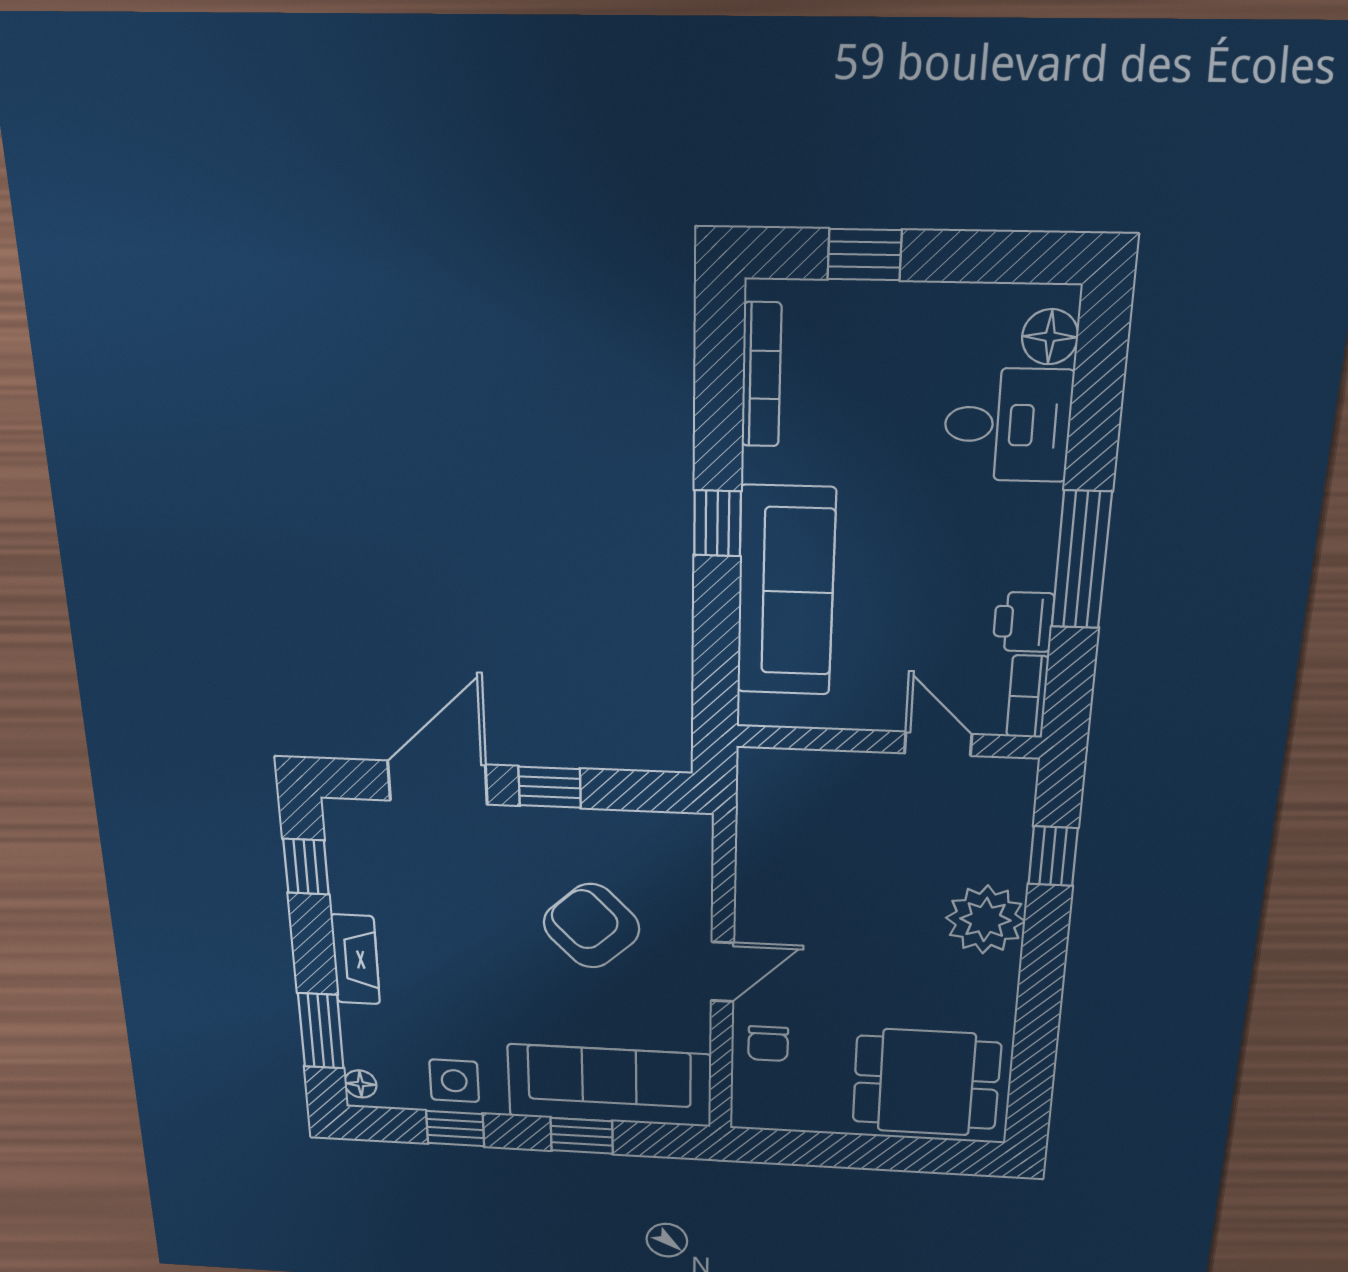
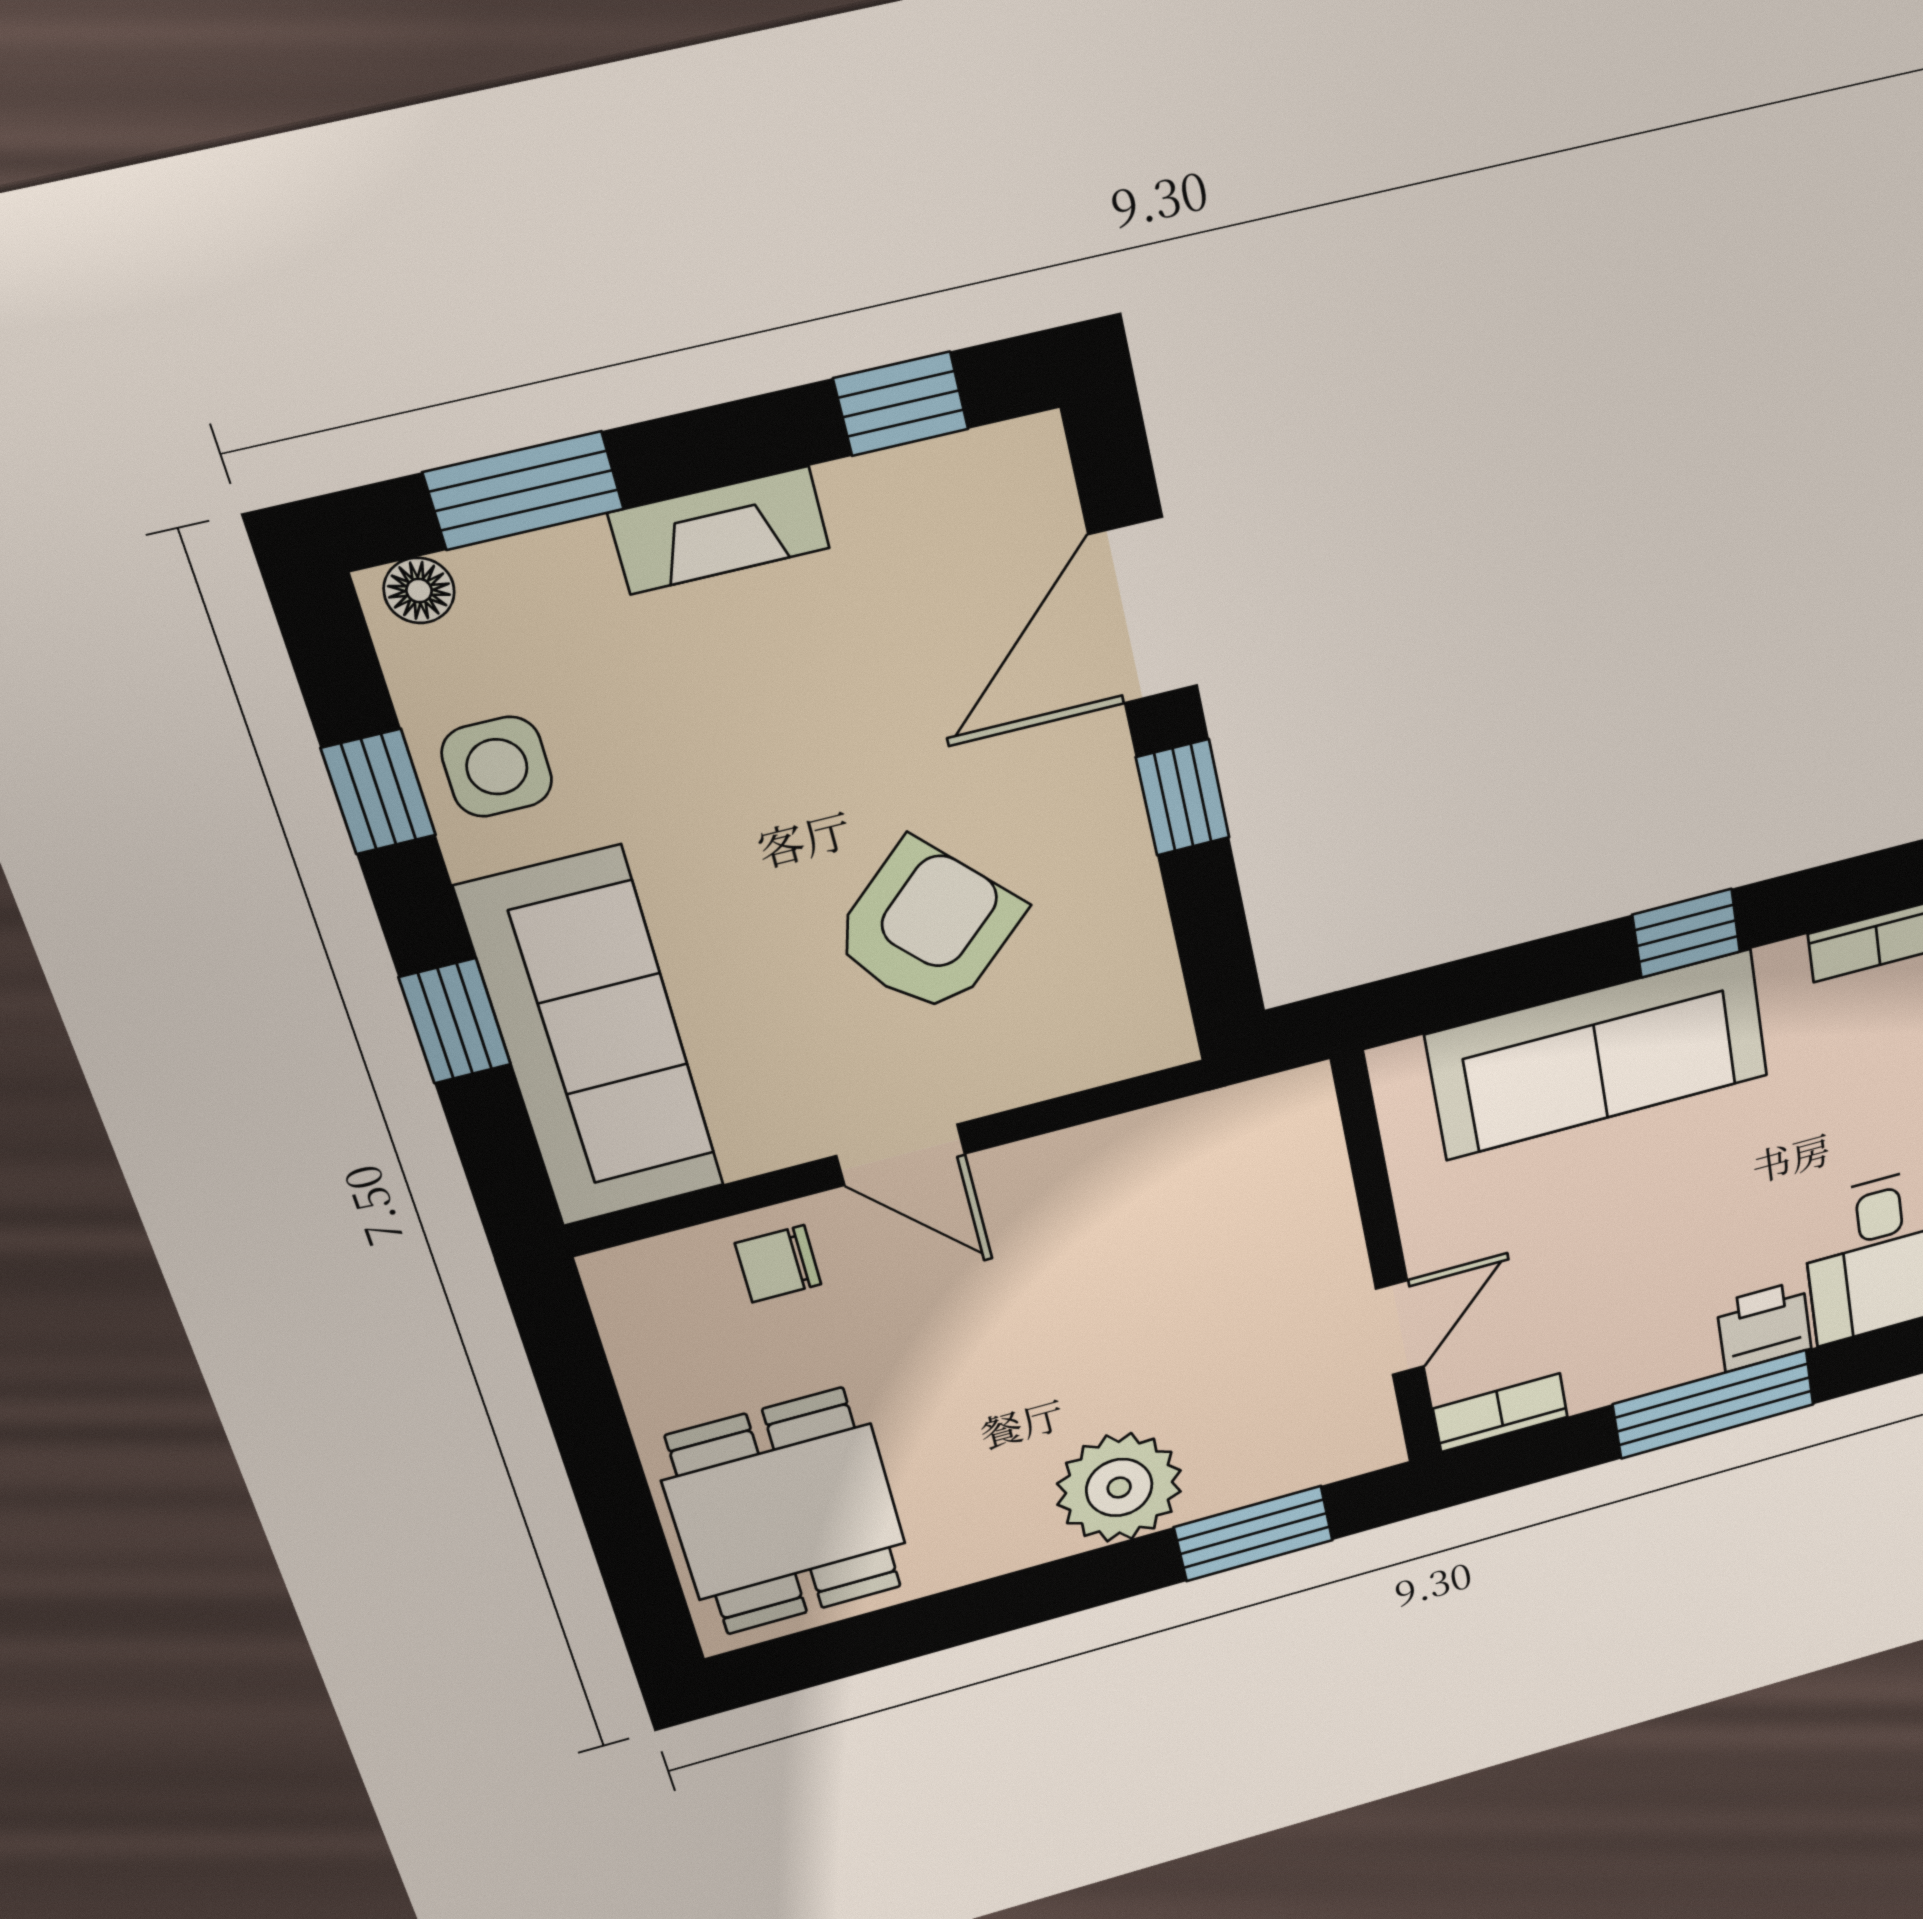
printer: (1023, 622) -> (1764, 1326), moved
door: (438, 783) -> (1143, 611), swing flipped
window: (1053, 856) -> (1254, 1534), width x1.50

